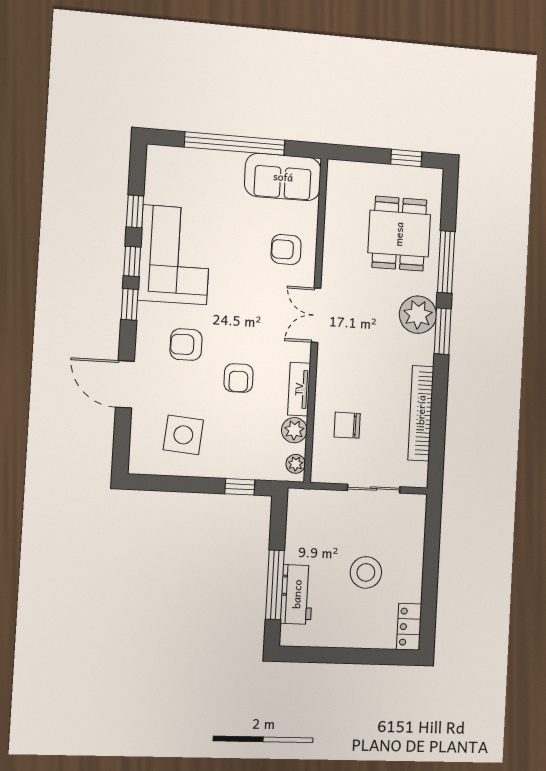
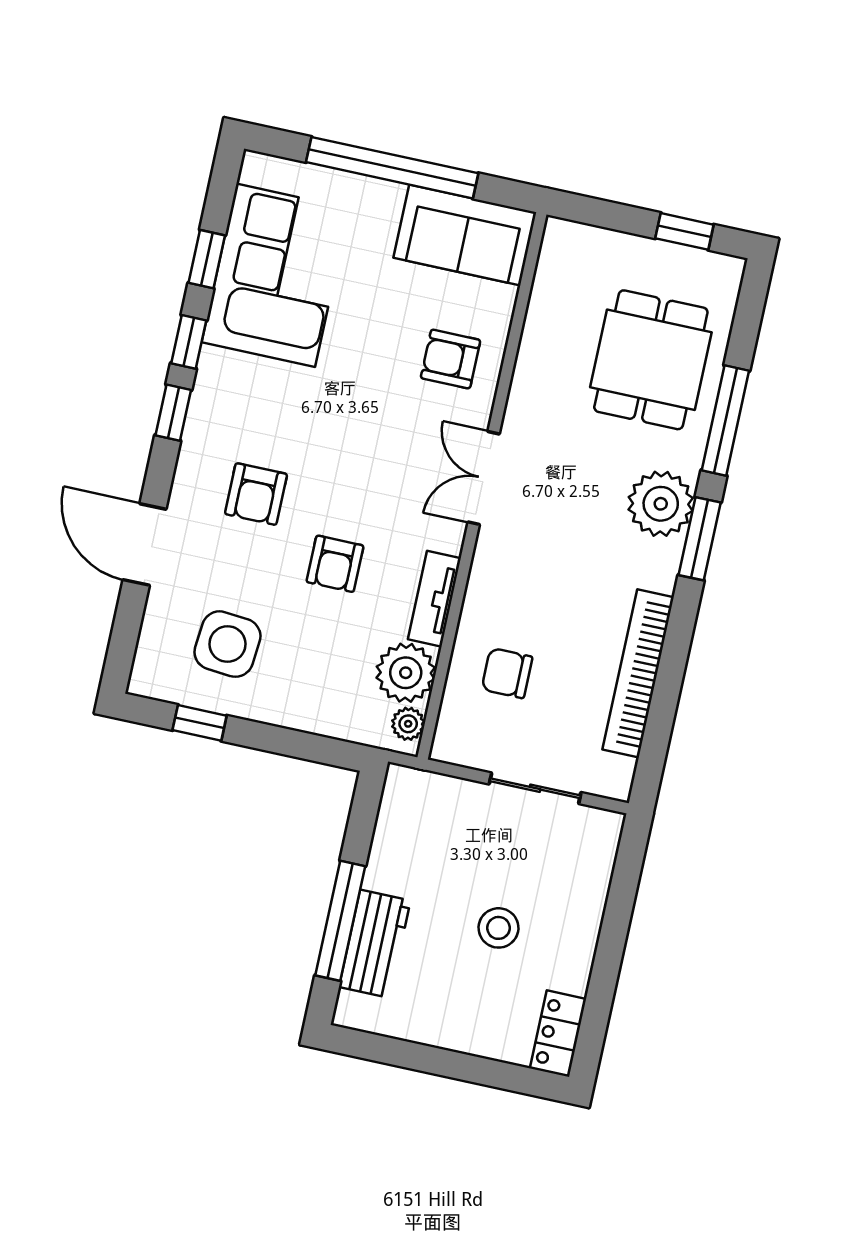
corner sofa: (175, 255) -> (276, 275), moved
armchair: (186, 345) -> (256, 494), turned -90
plant: (294, 430) -> (406, 673), width x1.36, depth x1.36
window: (240, 487) -> (200, 723), moved
stool: (366, 572) -> (498, 928), width x0.73, depth x0.73

